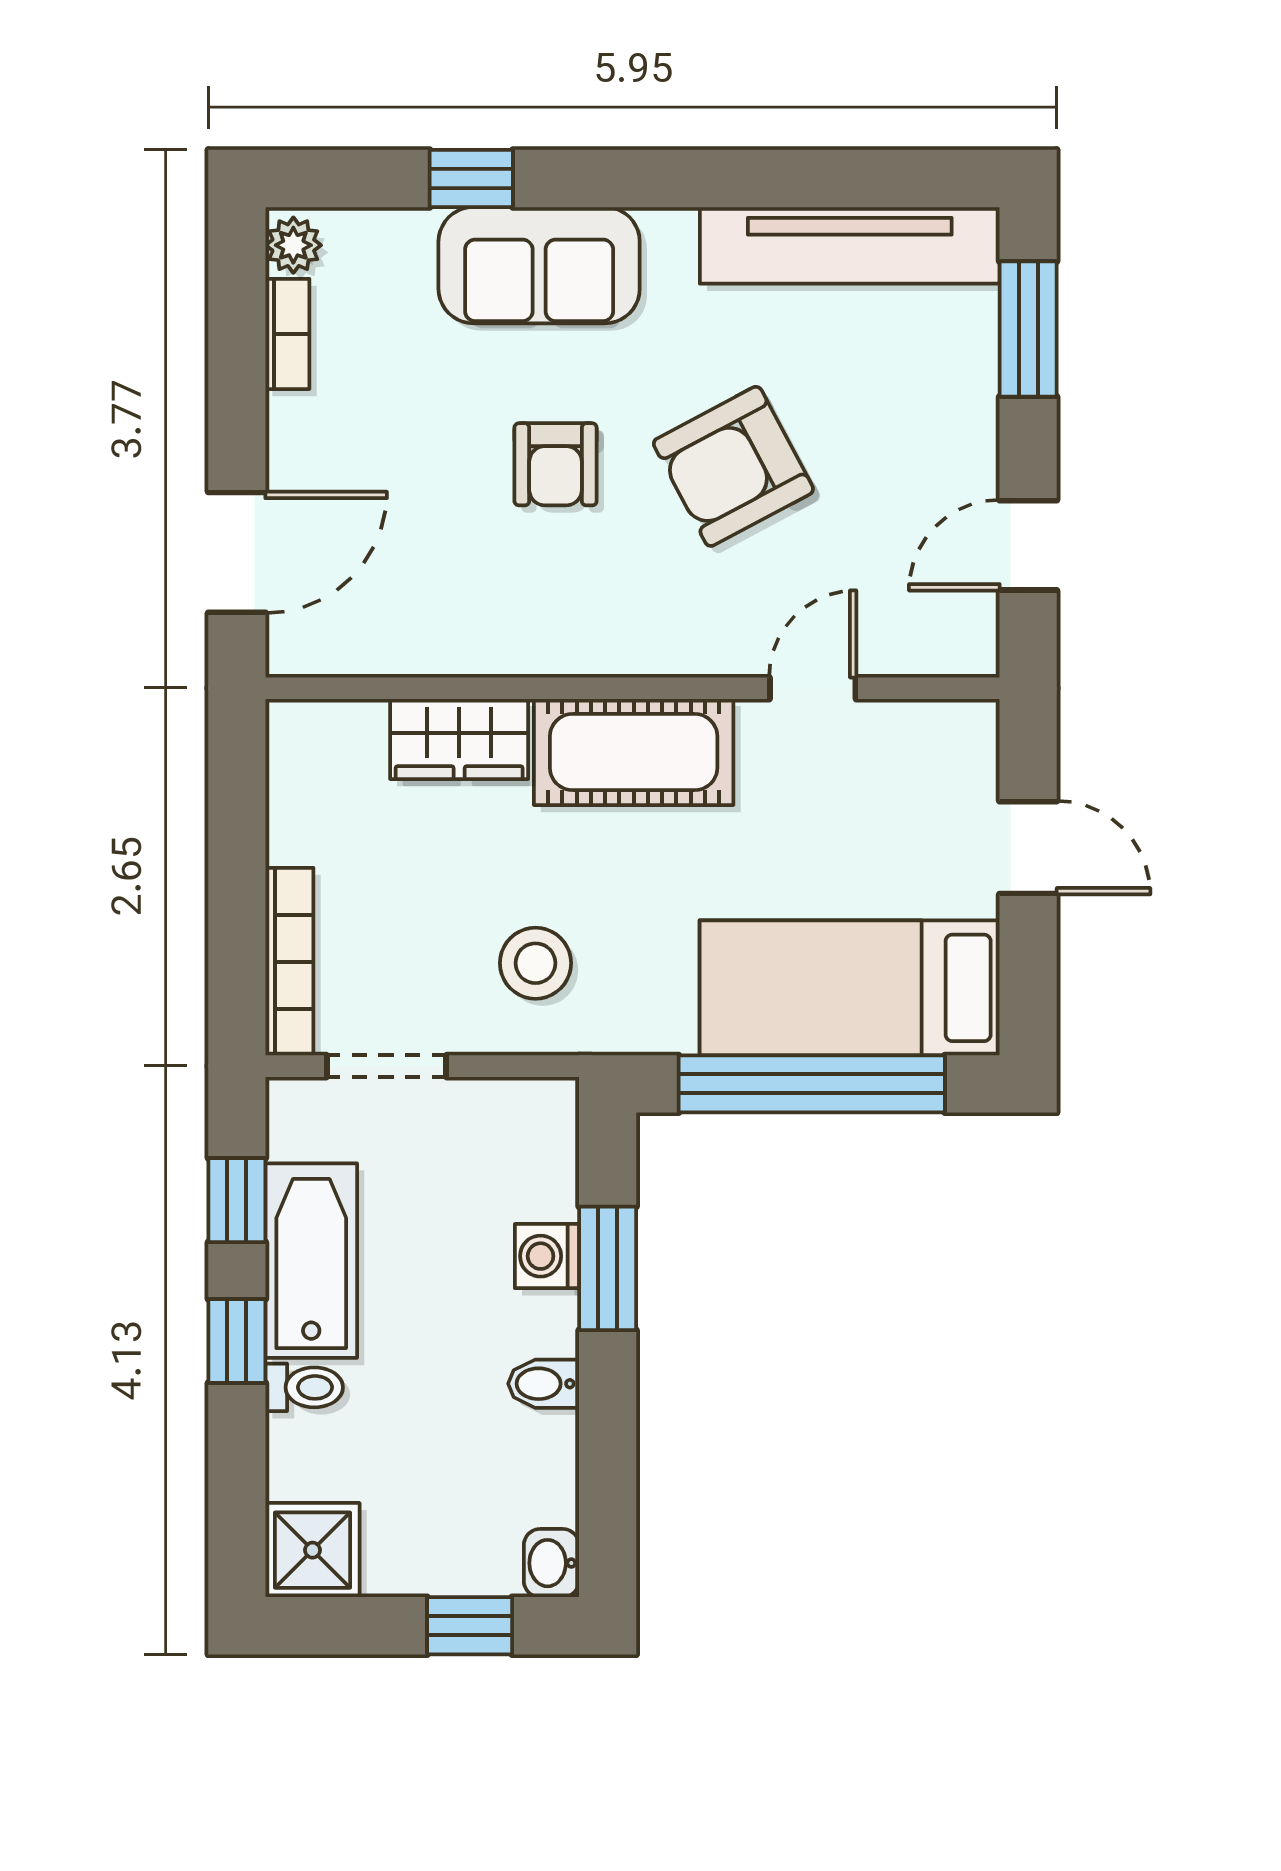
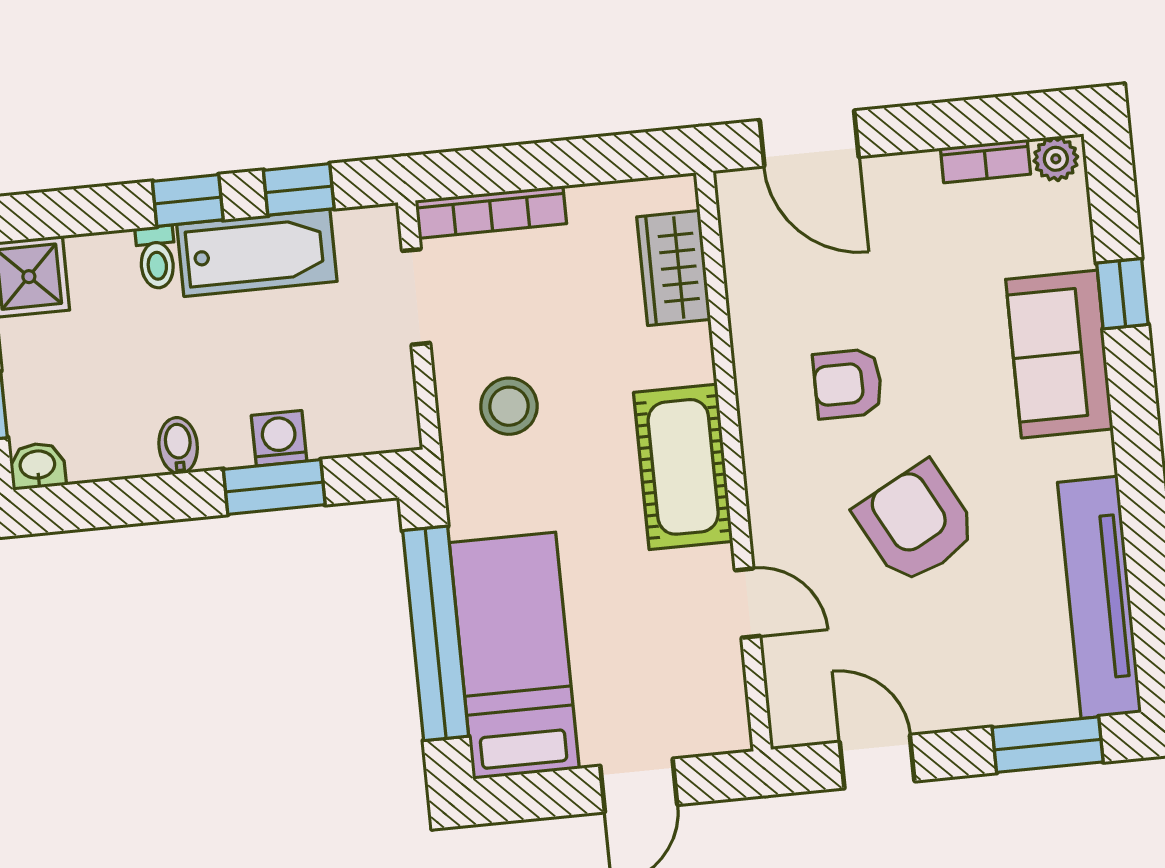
armchair: (556, 464) -> (848, 384), moved
wardrobe: (459, 739) -> (674, 268), moved

